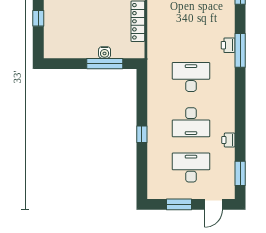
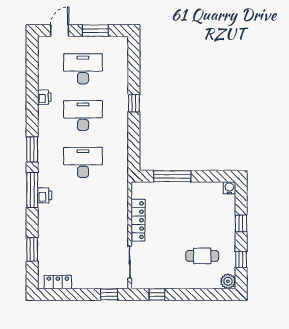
water cooler: (105, 52) -> (229, 188), moved
desk: (191, 77) -> (83, 162), turned 180
desk: (191, 168) -> (83, 69), turned 180
window: (240, 173) -> (32, 149), moved

